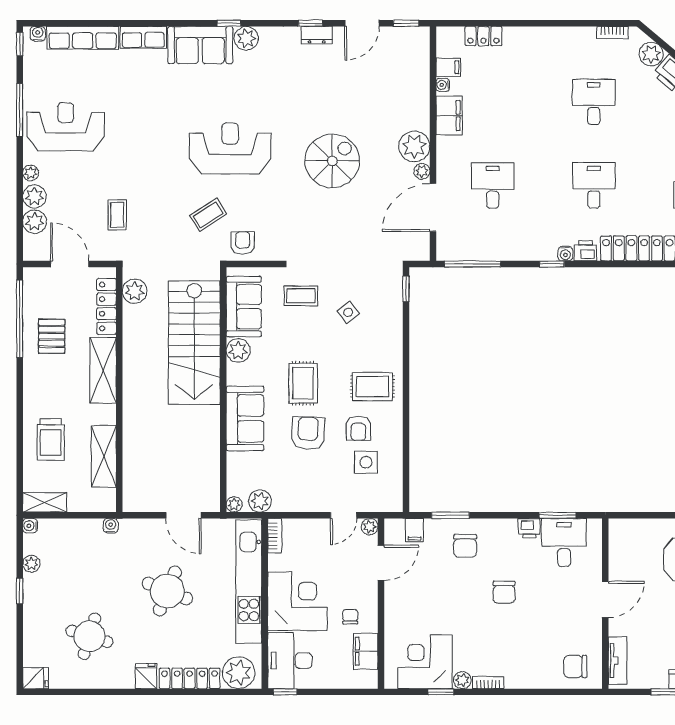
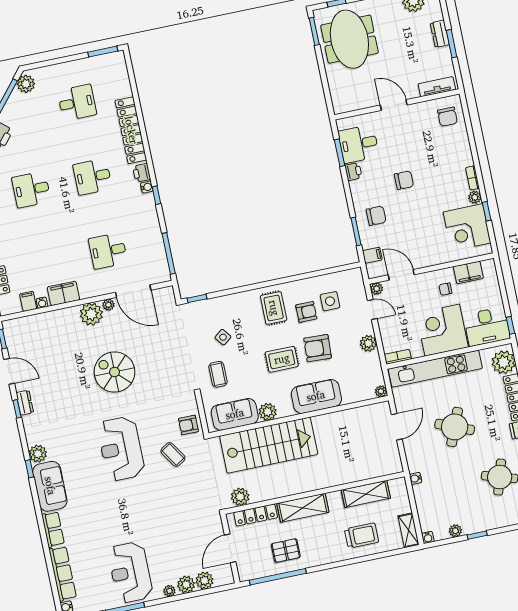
coffee table: (117, 215) -> (187, 521), removed
plant: (260, 501) -> (368, 343), moved

